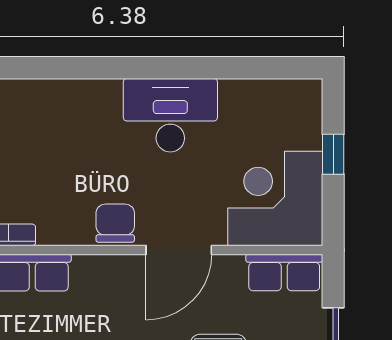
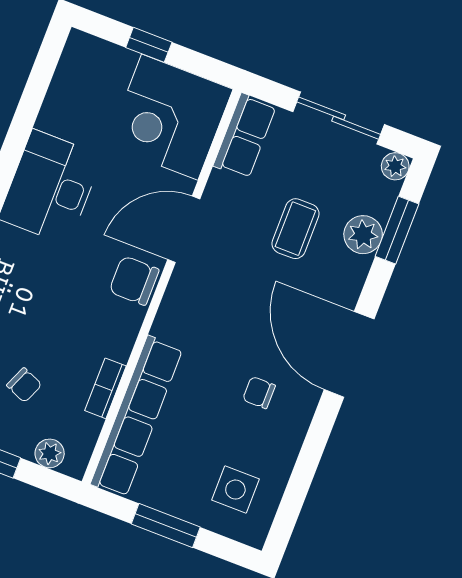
door: (179, 250) -> (184, 229), swing flipped

